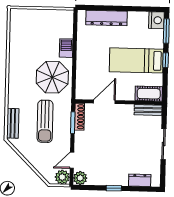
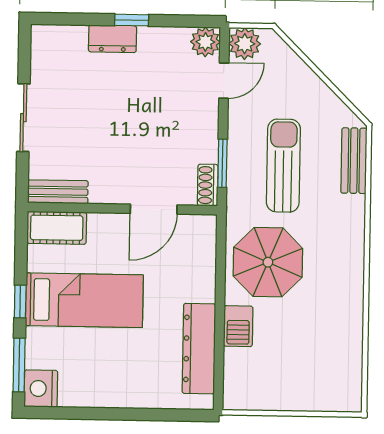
dresser: (107, 18) -> (199, 349), moved, turned -90
shoe rack: (79, 117) -> (208, 185), width x0.70
dresser: (140, 180) -> (113, 39), moved

